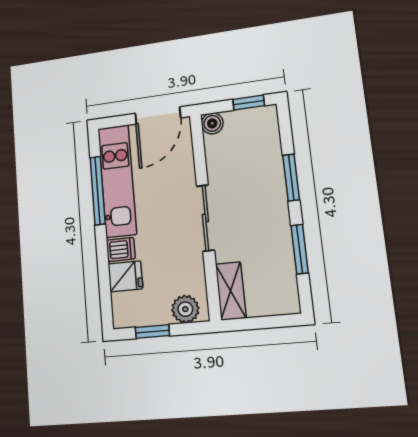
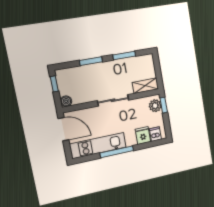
window: (98, 191) -> (117, 152), moved
dishwasher: (121, 249) -> (155, 134), moved
window: (152, 332) -> (164, 105), moved

